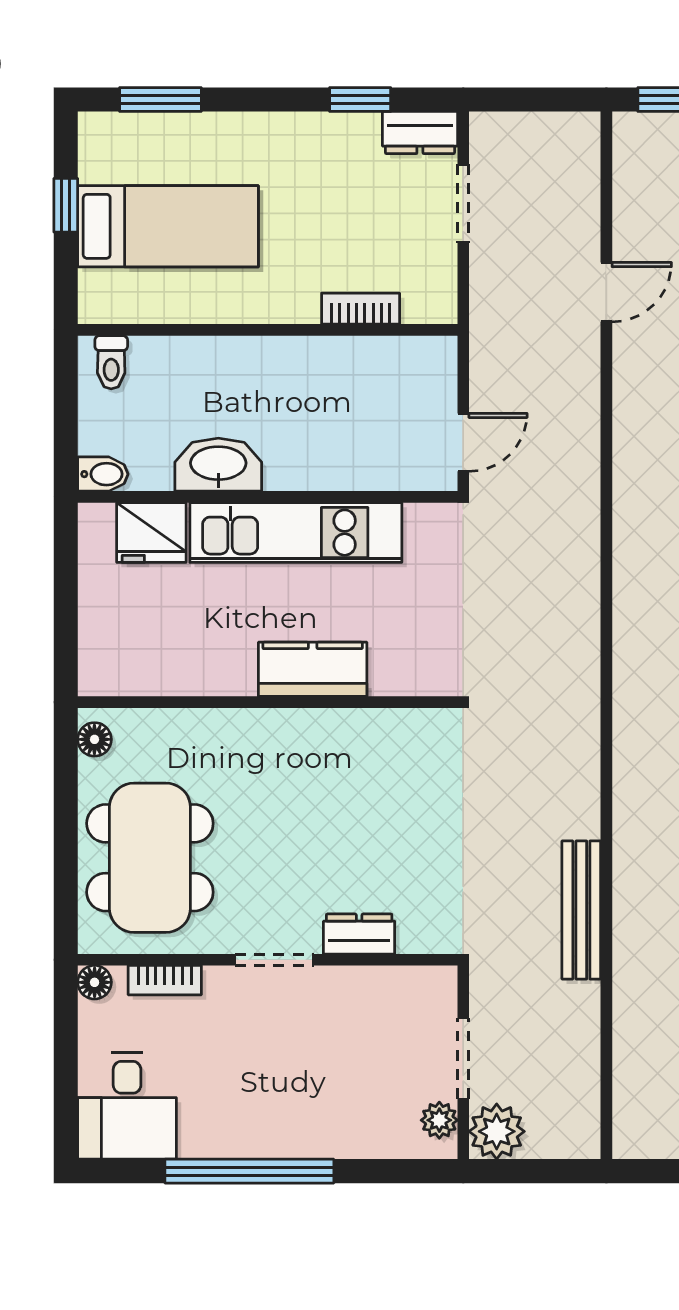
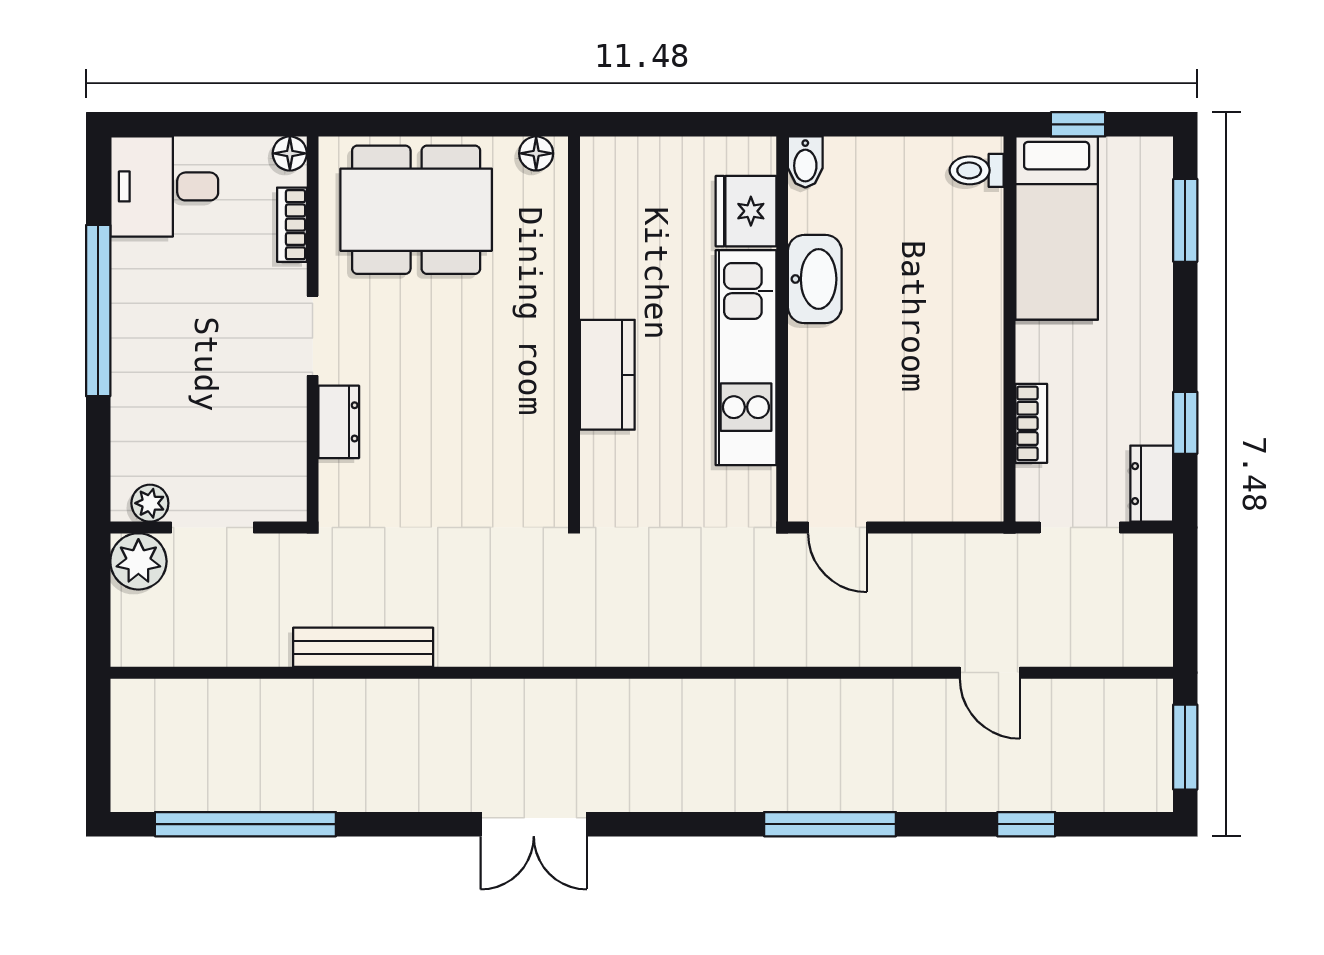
bookcase: (361, 309) -> (1031, 423), moved
wall: (268, 330) -> (1010, 329), moved
toilet: (111, 362) -> (977, 170), moved

